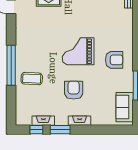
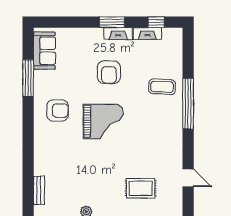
armchair: (114, 60) -> (58, 111), turned 180
fireplace: (80, 121) -> (118, 34), moved
window: (60, 130) -> (112, 22), moved

